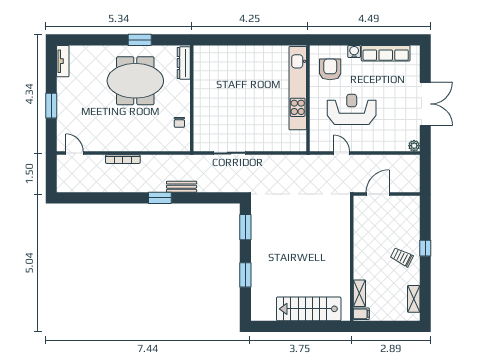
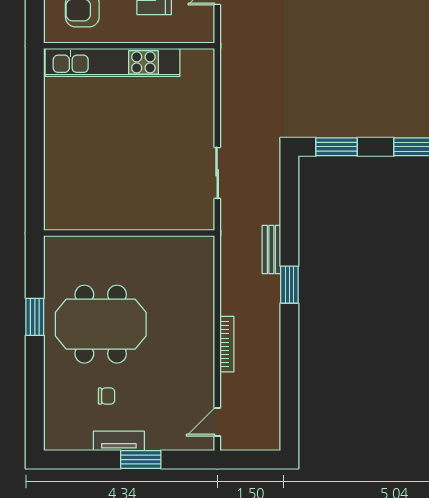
tv unit: (63, 61) -> (119, 441), moved
dresser: (184, 63) -> (72, 246), removed
meeting table: (135, 81) -> (101, 324), turned 90
chair: (179, 122) -> (106, 396), moved

